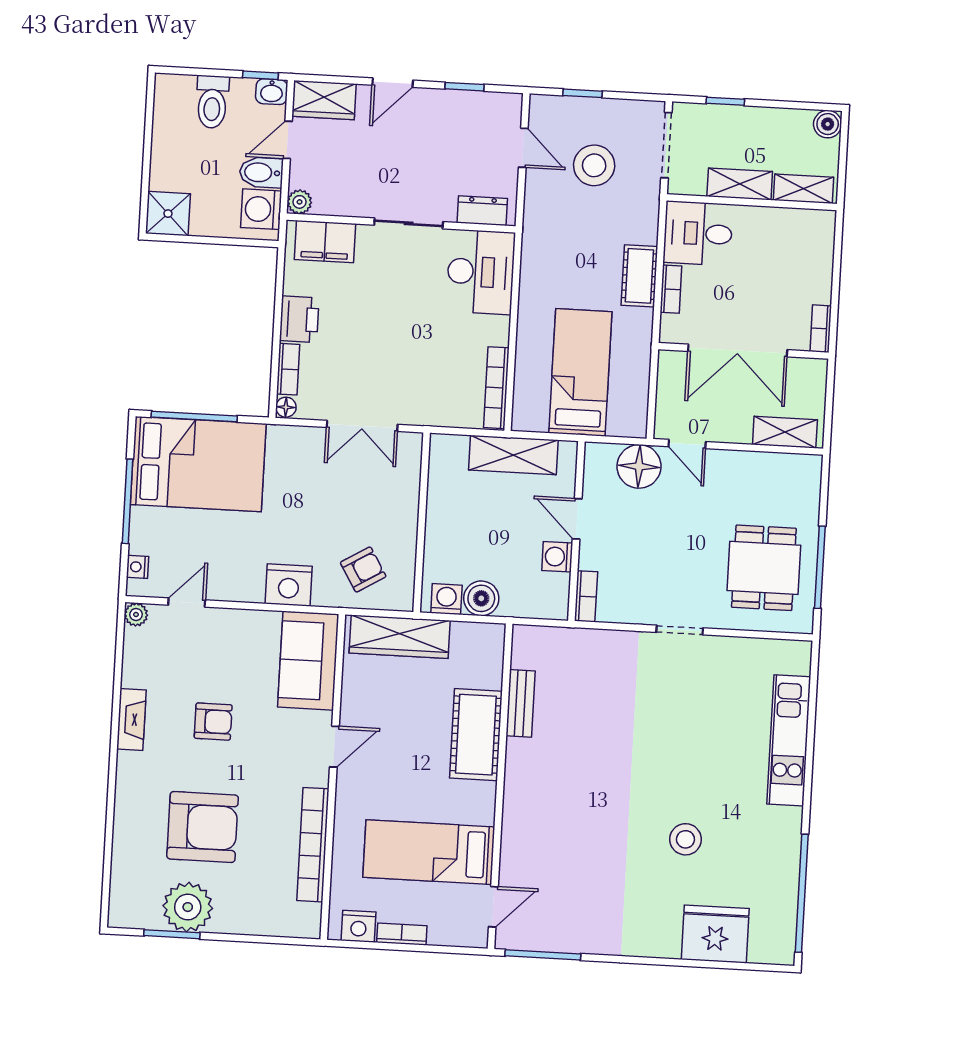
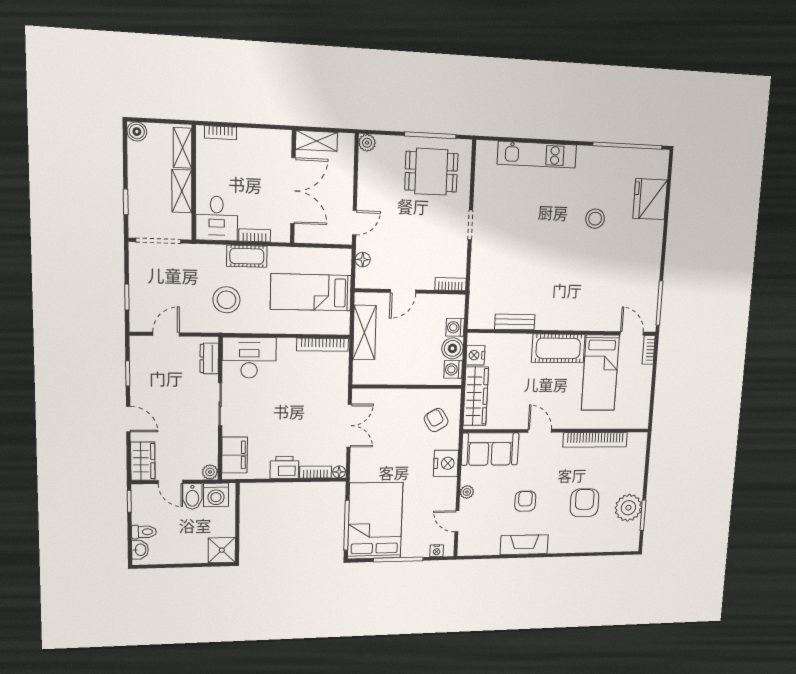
washbasin: (272, 92) -> (140, 550), moved
toilet: (212, 102) -> (144, 532), width x0.73, depth x0.72
stool: (594, 165) -> (226, 300), moved
bookcase: (821, 329) -> (220, 133), moved
shelving: (785, 432) -> (317, 141), moved, turned 90
floor lamp: (639, 466) -> (363, 260), width x0.53, depth x0.53
plant: (809, 467) -> (367, 143), added
washing machine: (557, 557) -> (455, 327), moved, turned 90
plant: (136, 614) -> (467, 492), moved
fireplace: (131, 720) -> (524, 545), width x1.37, depth x1.32
cot: (476, 735) -> (558, 348), moved
armchair: (203, 827) -> (584, 503), width x0.73, depth x0.73
nightstand: (358, 926) -> (475, 355), moved, turned 180
bookcase: (402, 934) -> (649, 350), moved

